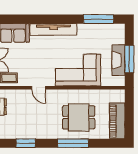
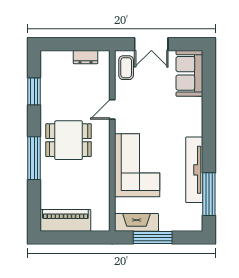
tv unit: (53, 29) -> (194, 170), moved
fireplace: (119, 60) -> (137, 222), moved
dining table: (79, 117) -> (69, 140), moved, turned 90

